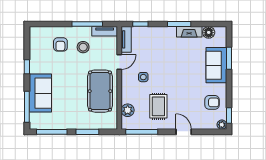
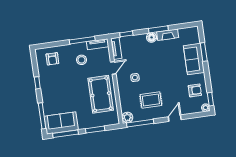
floor lamp: (209, 32) -> (152, 37), moved
armchair: (60, 44) -> (52, 59), moved
sofa: (40, 93) -> (61, 123), moved, turned -90
rug: (158, 106) -> (151, 100), turned 90
plant: (128, 110) -> (127, 117), moved
door: (184, 132) -> (175, 118), hinge flipped

